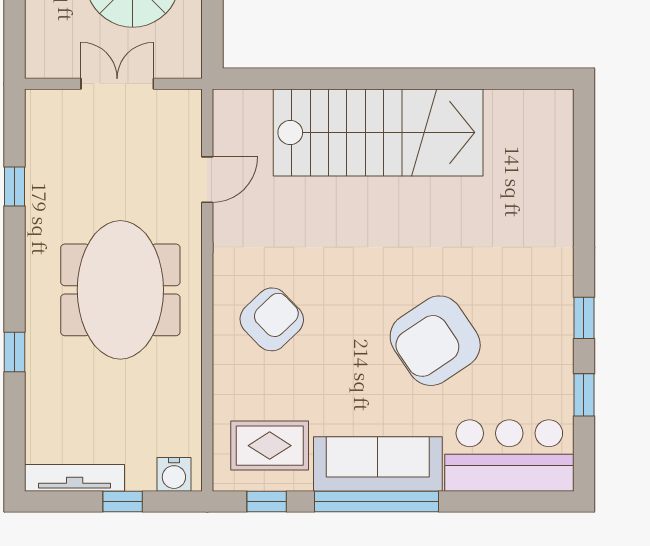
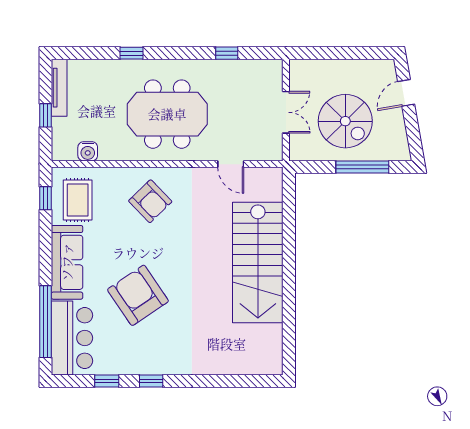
water cooler: (174, 474) -> (88, 151), moved, turned -90
window: (376, 502) -> (45, 322), moved

